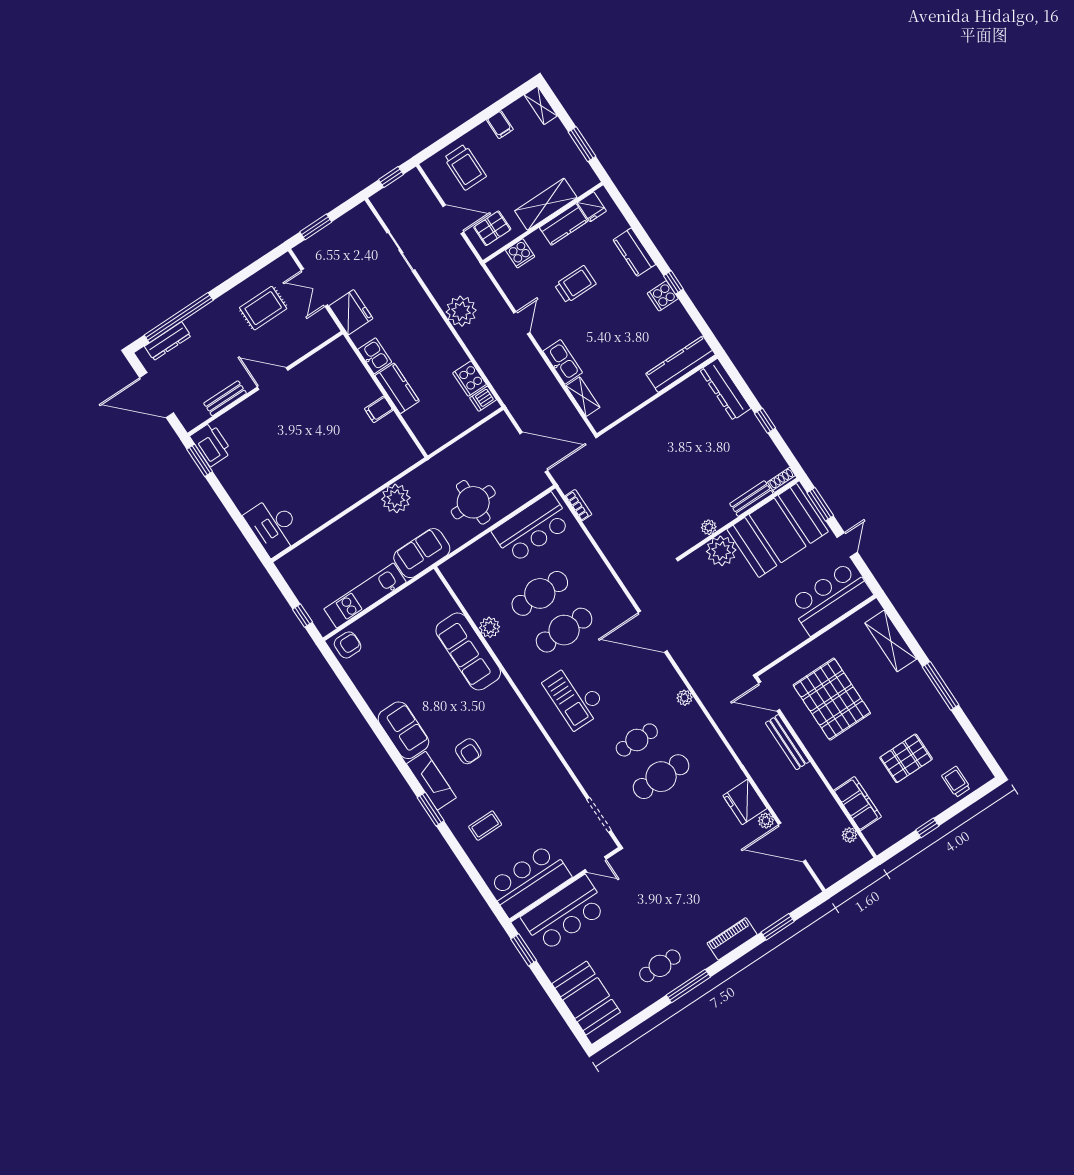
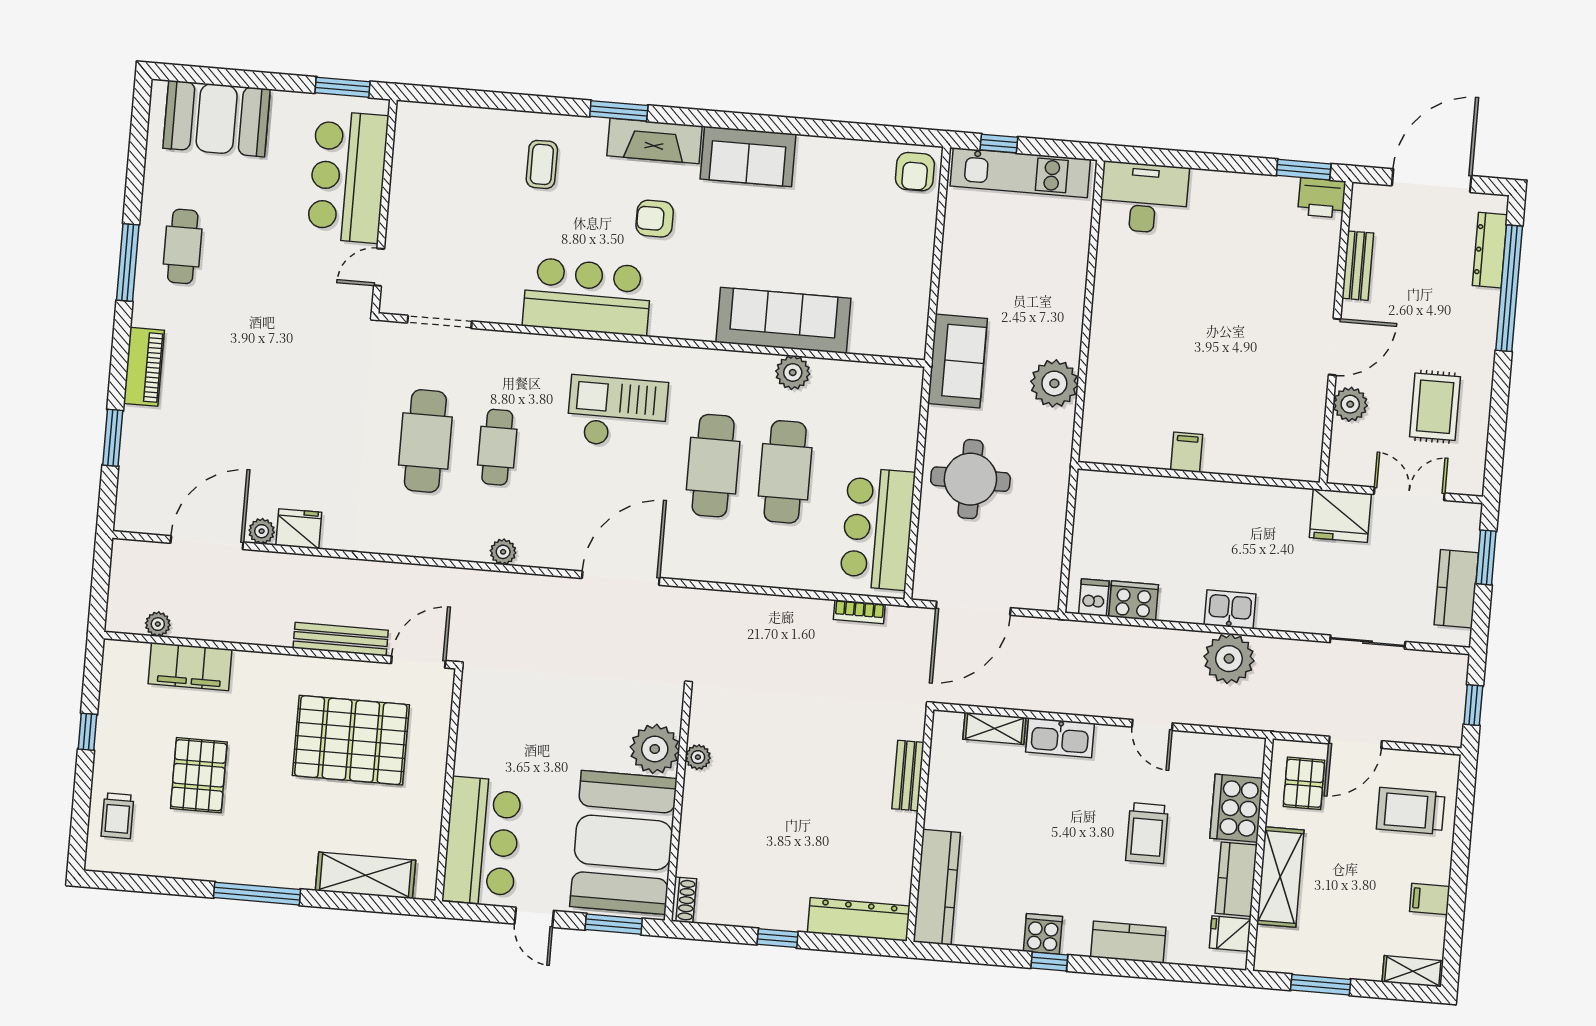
cooker: (520, 253) -> (1236, 808), width x1.87, depth x1.31
plant: (294, 350) -> (1350, 404), added
kitchen sink: (375, 356) -> (1230, 609), moved, turned 180
kitchen counter: (397, 388) -> (1456, 589), moved, turned 90
printer: (211, 444) -> (1322, 198), width x0.73, depth x0.84
bench: (751, 499) -> (908, 776), moved
kitchen unit: (365, 596) -> (1020, 173), moved, turned 90
trolley: (956, 782) -> (117, 816), turned 90
fridge: (745, 802) -> (299, 529), width x0.73, depth x0.75
bar counter: (529, 881) -> (587, 297), moved, turned -90

